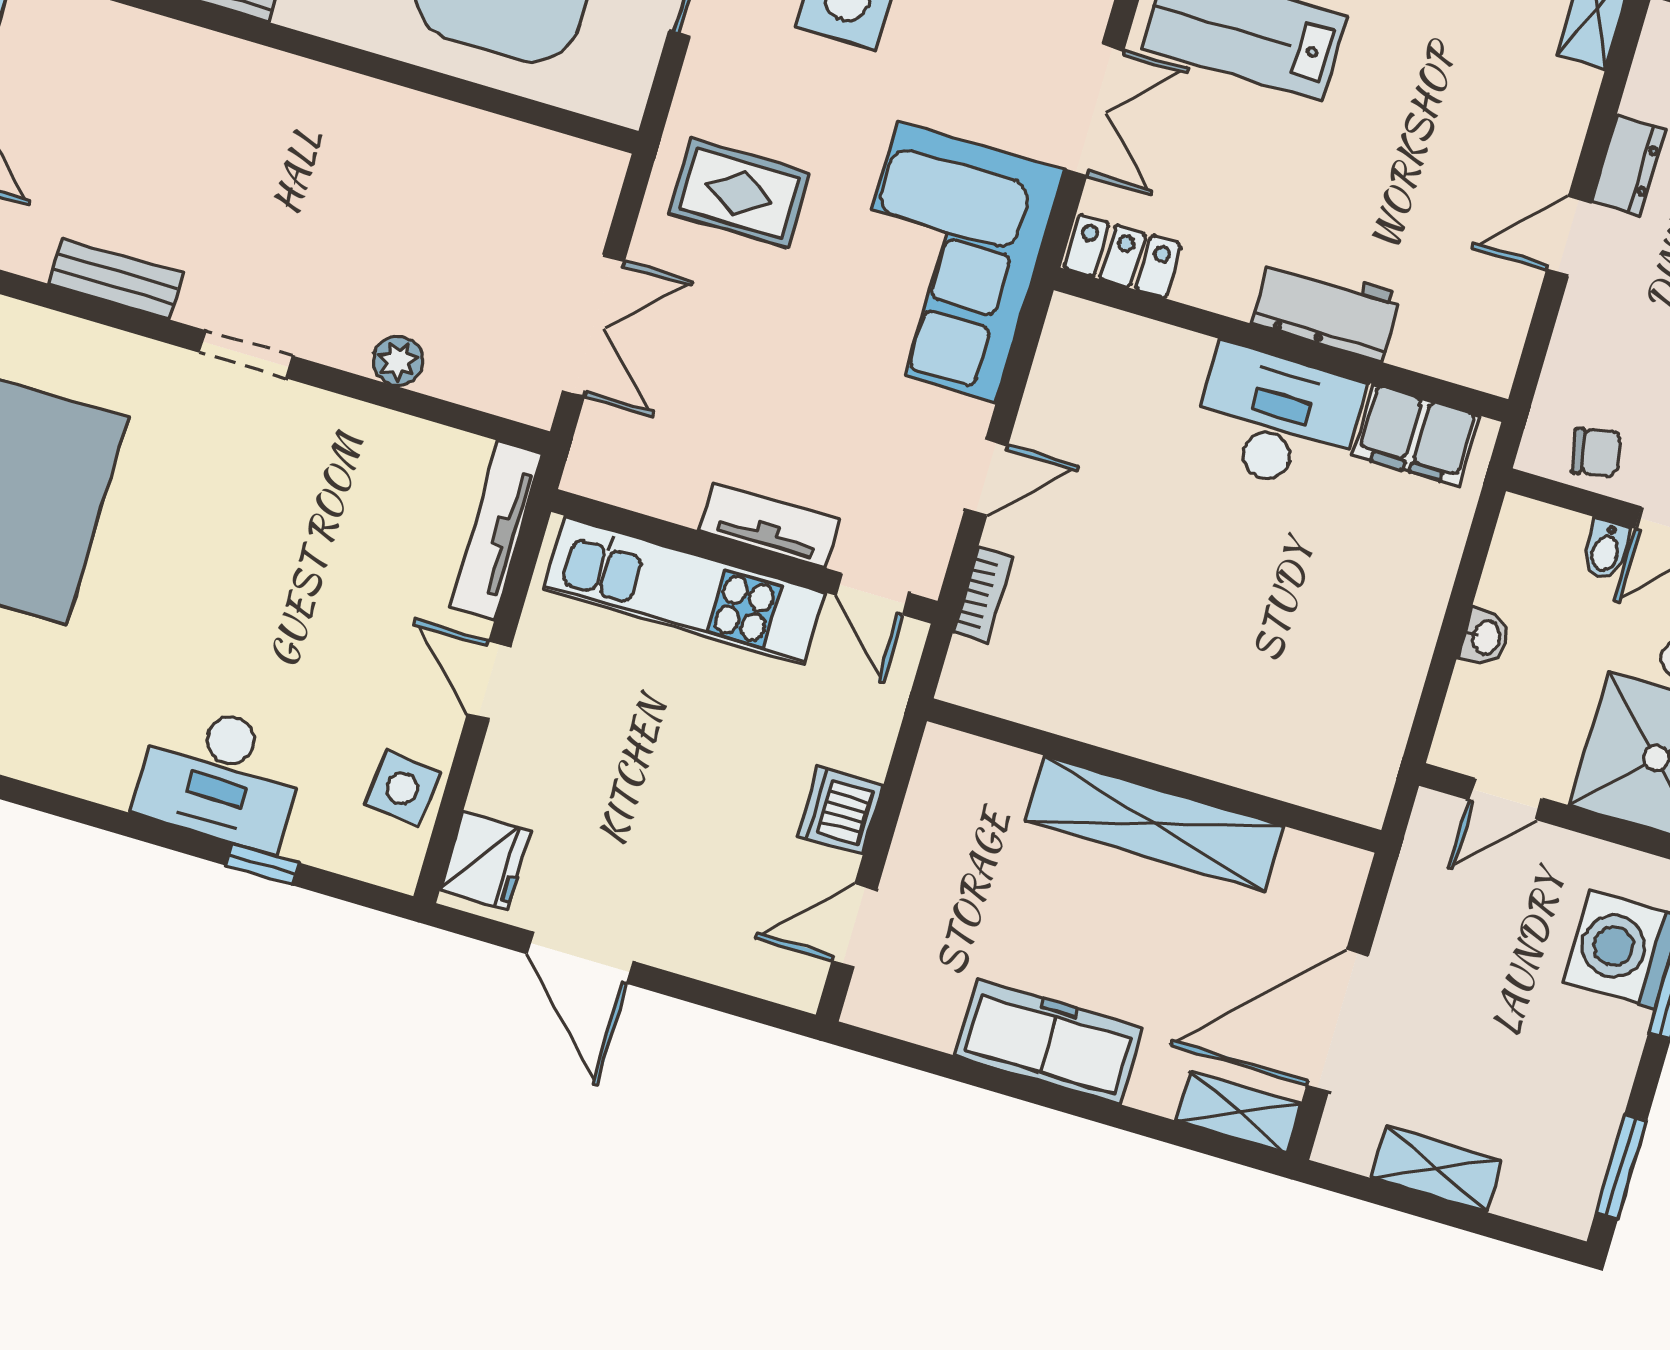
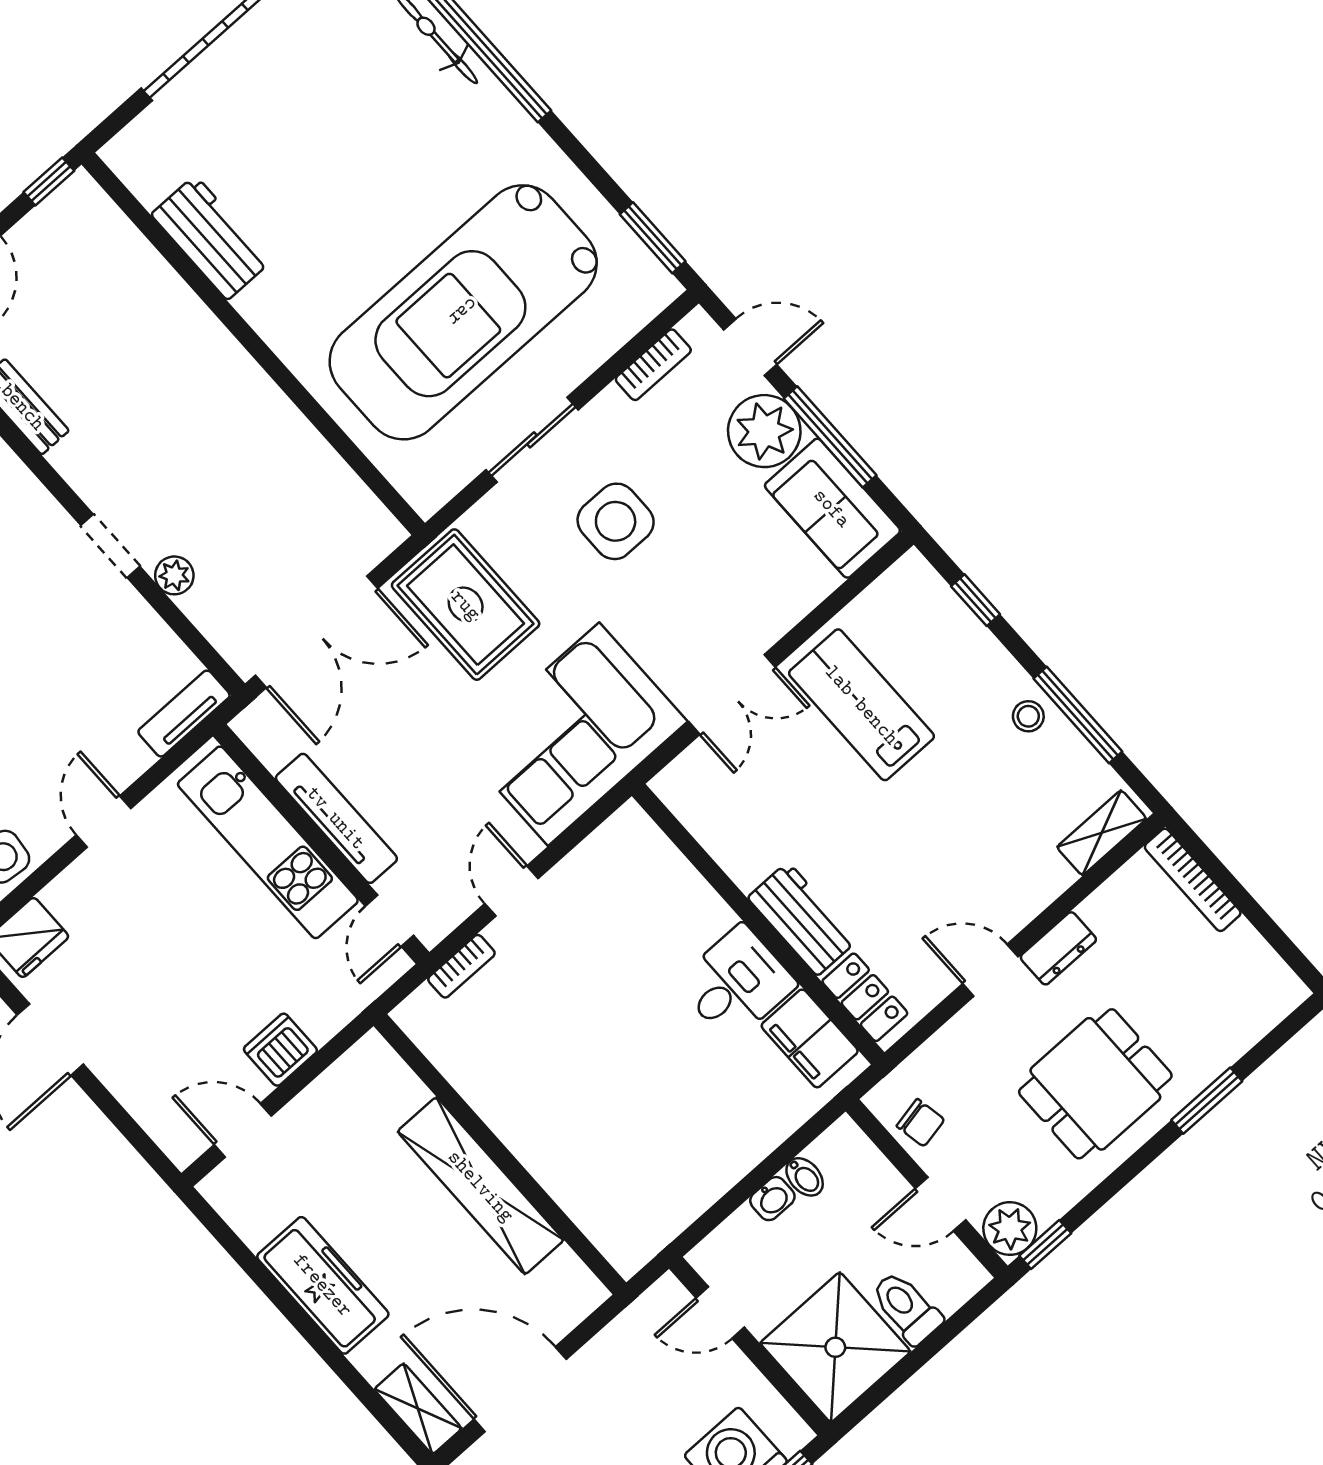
rug: (739, 193) -> (466, 605), width x1.36, depth x1.43
locker: (1122, 256) -> (865, 997), moved
double door: (594, 326) -> (316, 632), width x1.37
doorway: (246, 354) -> (110, 546), moved
desk: (1277, 419) -> (736, 984), width x0.73
door: (986, 477) -> (511, 891), swing flipped
tv unit: (769, 525) -> (336, 818), width x1.41
tv unit: (496, 531) -> (184, 714), width x0.71
bidet: (1606, 550) -> (805, 1177), moved, turned -90

